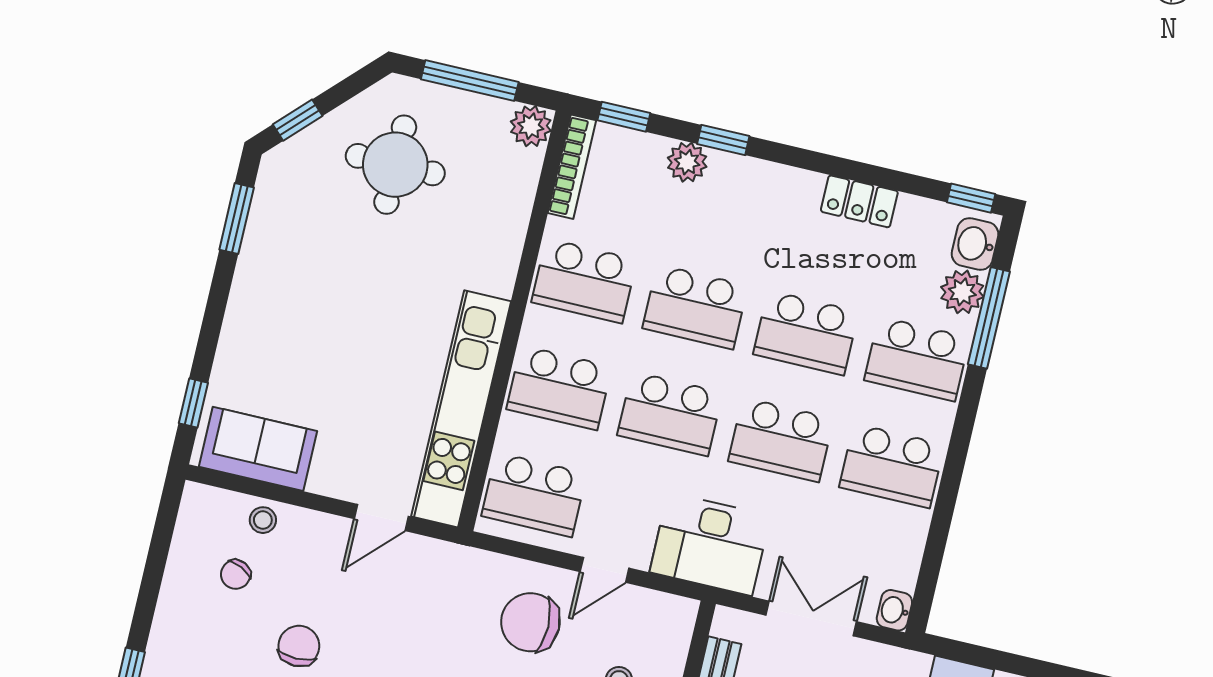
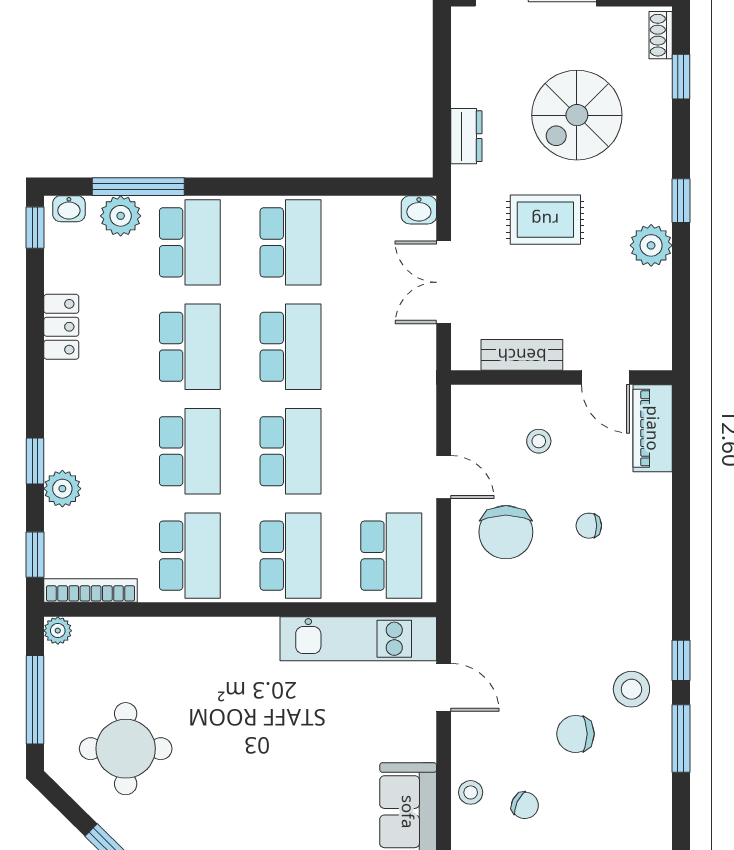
plant: (531, 126) -> (58, 631), width x0.73, depth x0.73
washbasin: (975, 244) -> (69, 209), width x0.72, depth x0.69
kitchen unit: (461, 409) -> (358, 639), width x0.73
desk: (710, 544) -> (399, 388), removed

